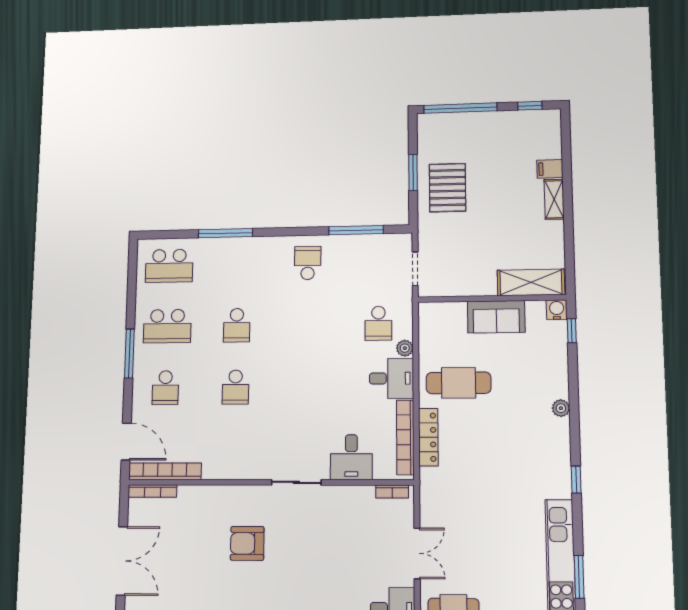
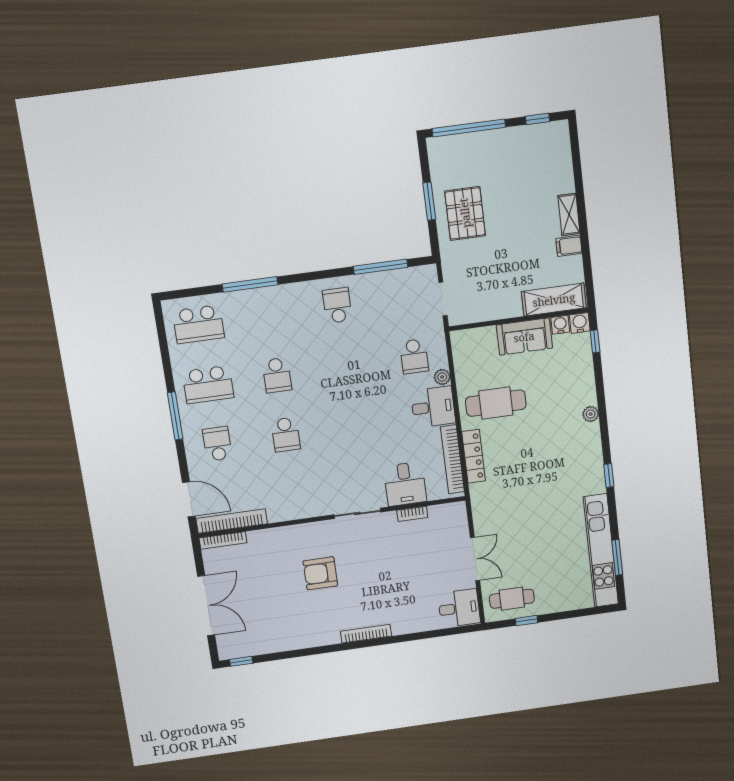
filing cabinet: (550, 169) -> (569, 246), moved
water cooler: (536, 309) -> (560, 325), added
school desk: (165, 388) -> (217, 444), turned 180
bookcase: (392, 492) -> (412, 514), moved

